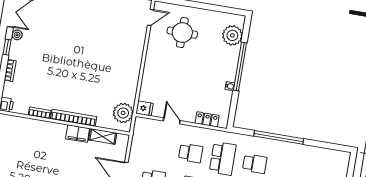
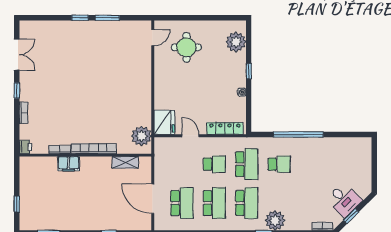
plant: (17, 35) -> (25, 77), removed
window: (240, 67) -> (249, 71), width x0.32
fridge: (145, 108) -> (164, 122), width x1.88, depth x1.34
locker: (207, 119) -> (225, 128), width x1.53
filing cabinet: (78, 134) -> (69, 164), moved

